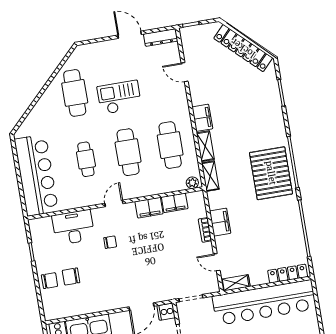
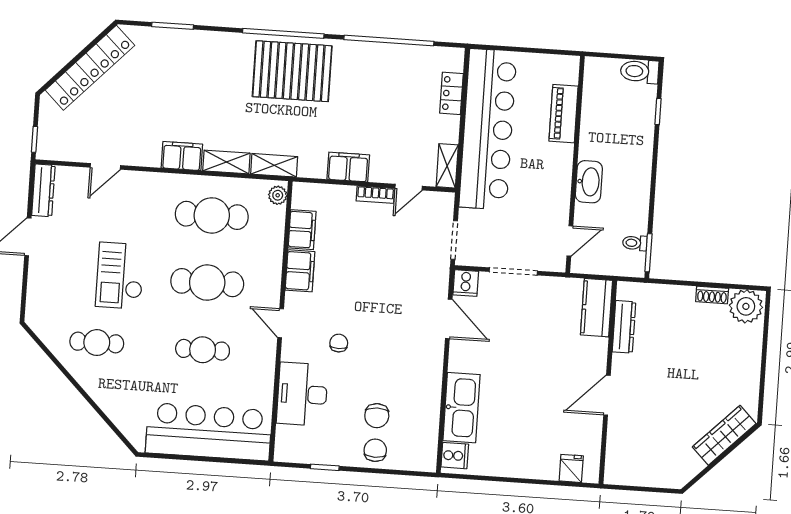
cafe table: (75, 93) -> (97, 343), width x0.73, depth x0.74
bookcase: (205, 230) -> (375, 195), moved
locker: (288, 274) -> (451, 93), width x0.66

